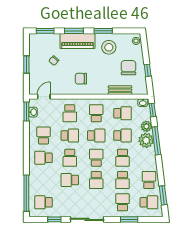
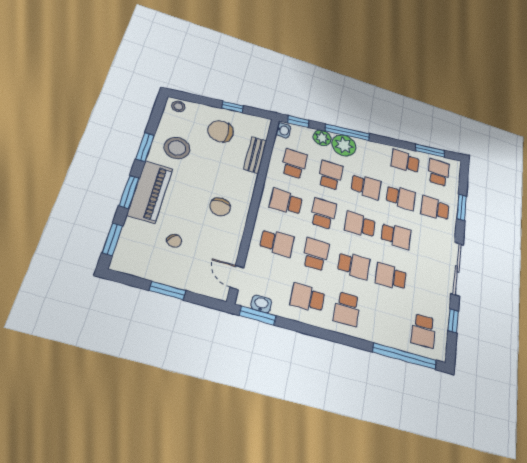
school desk: (70, 180) -> (391, 276), turned 90

